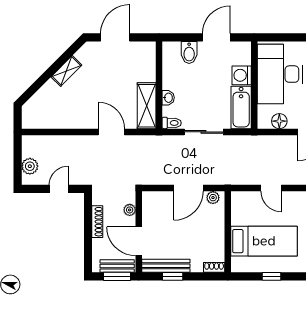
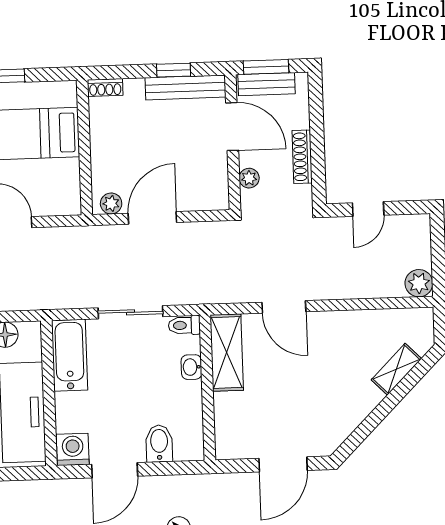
shelving: (66, 71) -> (396, 369), moved
washing machine: (242, 75) -> (73, 449), moved, turned -90
plant: (30, 166) -> (419, 283), moved

